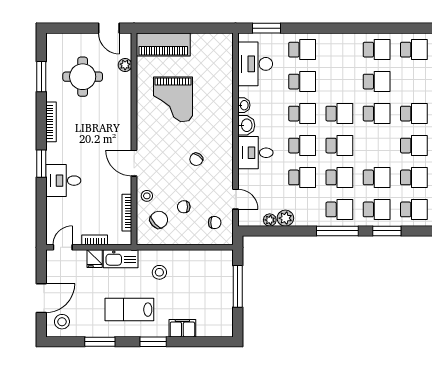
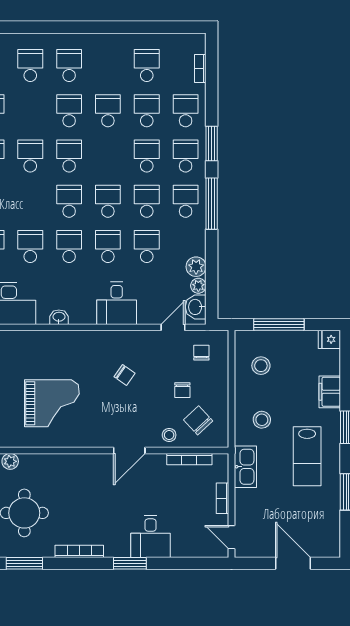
washbasin: (246, 125) -> (196, 307), moved, turned -90
fridge: (95, 259) -> (329, 339), moved, turned 180
stool: (62, 322) -> (261, 366), moved

